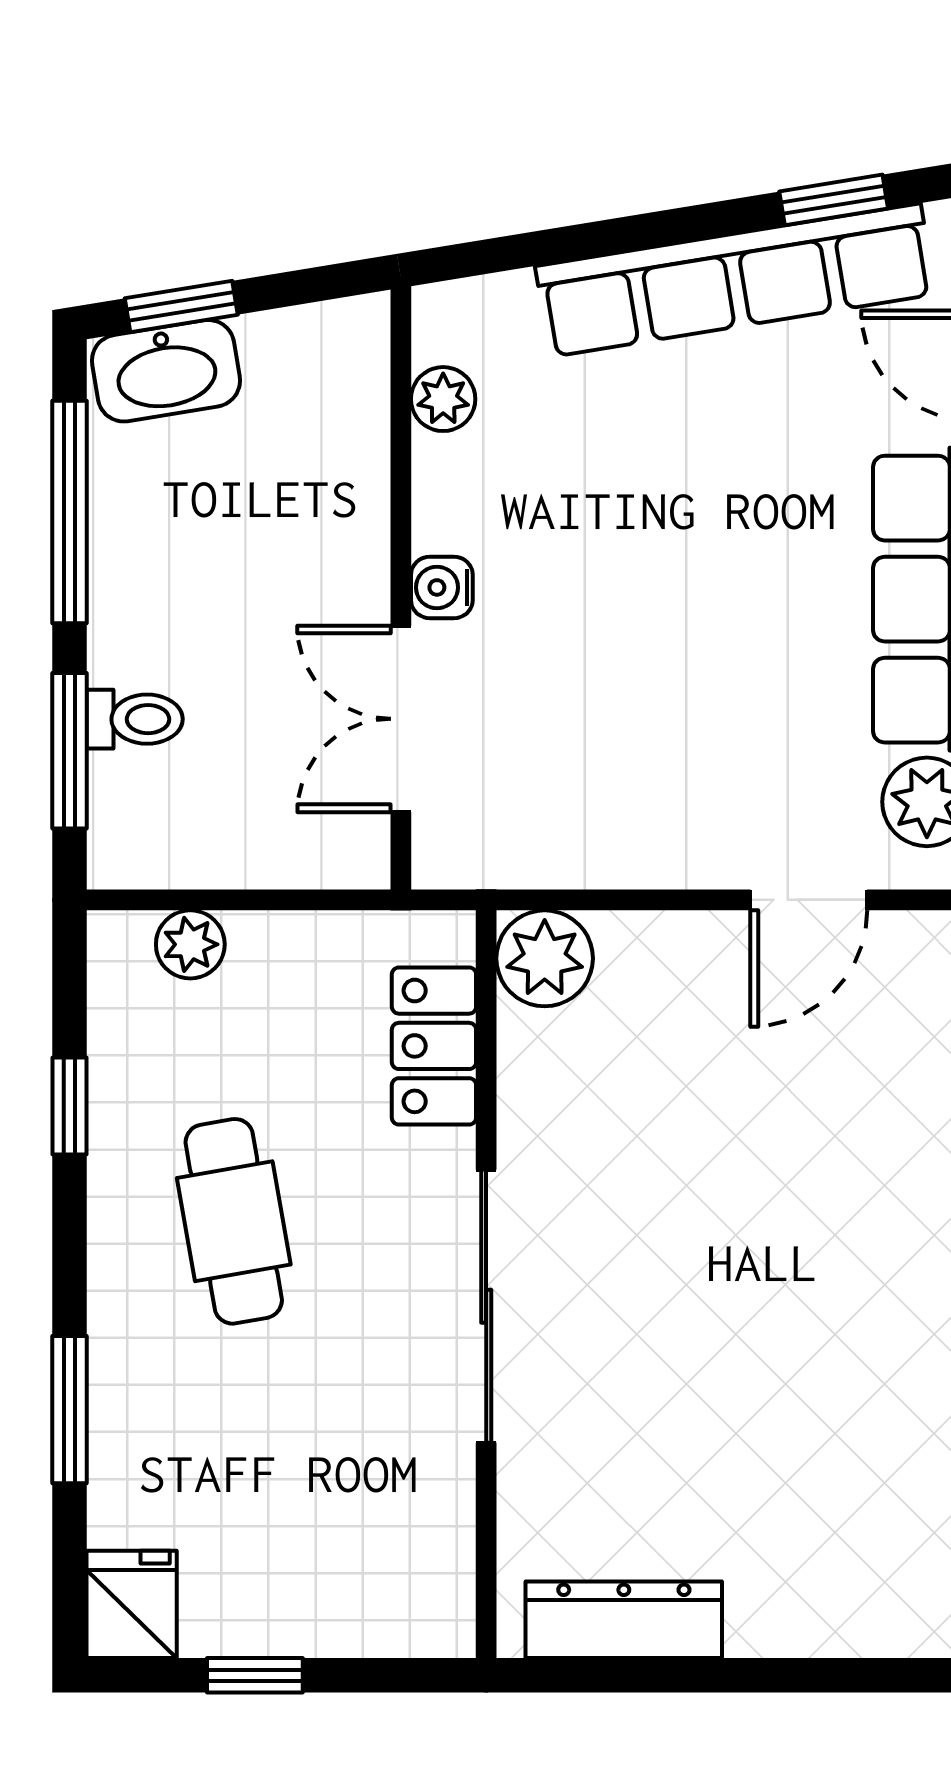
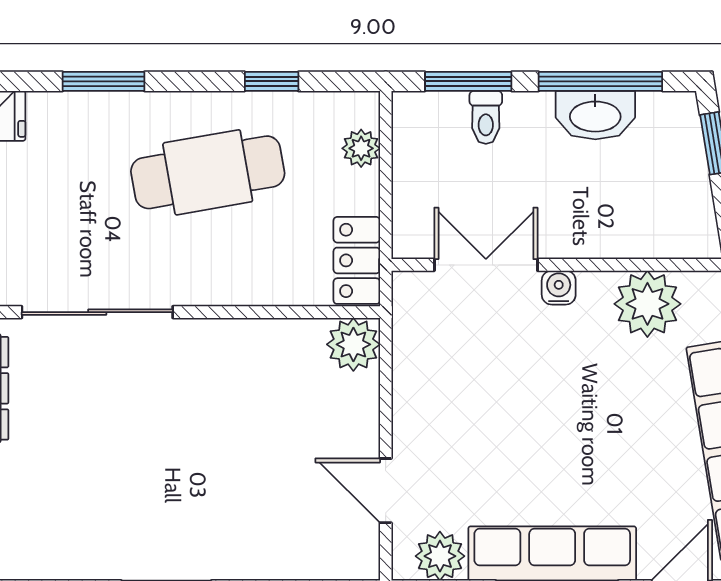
washbasin: (166, 371) -> (595, 115), moved, turned -81
plant: (443, 399) -> (647, 304), width x1.87, depth x1.87
locker: (434, 1046) -> (357, 260), moved, turned -90
cafe table: (234, 1221) -> (208, 172), width x1.37, depth x1.35
sliding door: (486, 1306) -> (97, 312), moved

